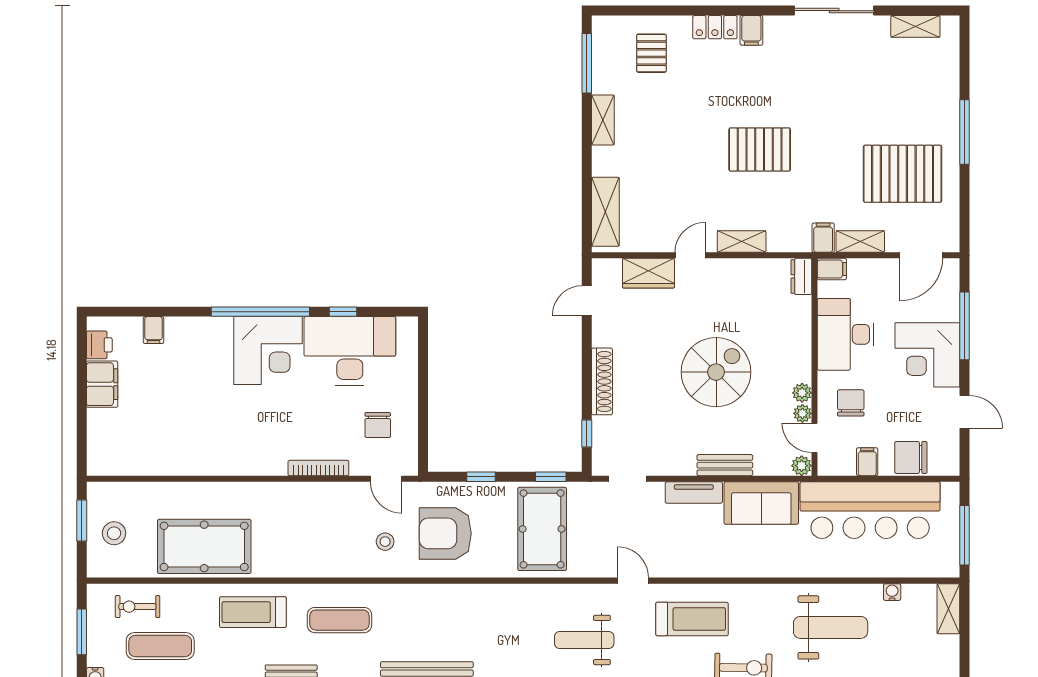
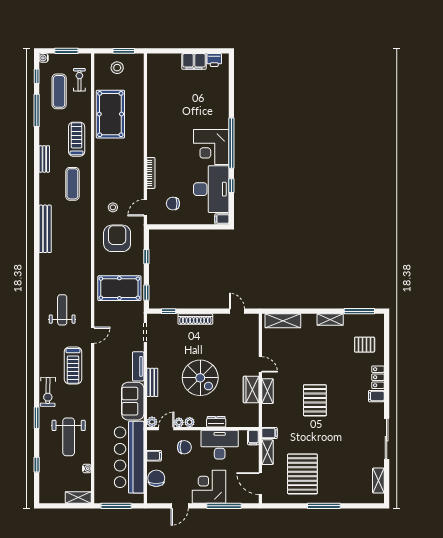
wardrobe: (648, 273) -> (251, 390), moved
dresser: (801, 276) -> (216, 422), moved
filing cabinet: (154, 330) -> (222, 219), moved

